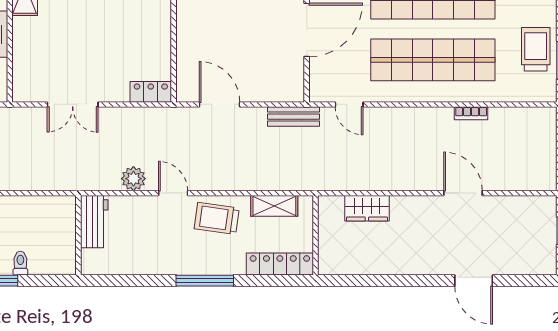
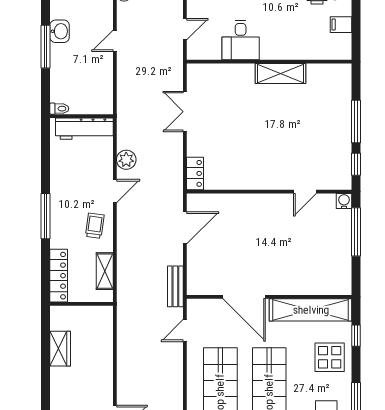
wardrobe: (367, 208) -> (60, 349), moved, turned 180
trolley: (217, 218) -> (95, 226), width x0.73, depth x0.72
workbench: (94, 222) -> (84, 129), width x1.37
toilet: (20, 263) -> (59, 109), moved

